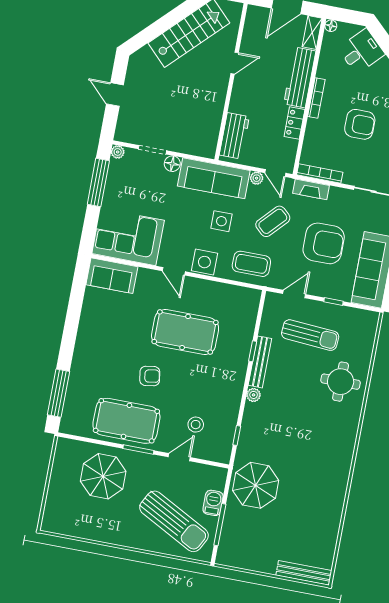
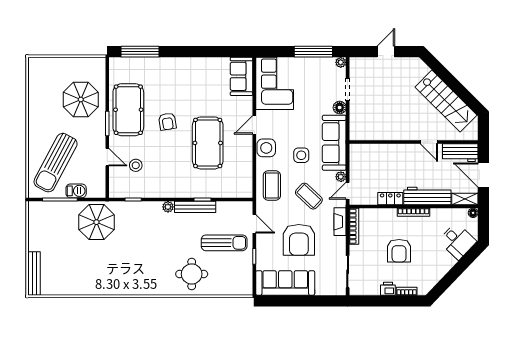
workbench: (234, 136) -> (460, 153), moved
sun lounger: (310, 335) -> (224, 243), turned -94

